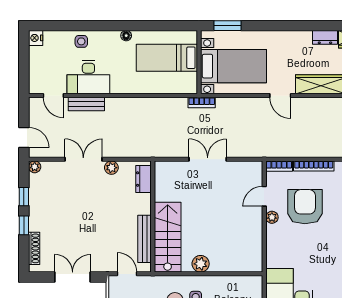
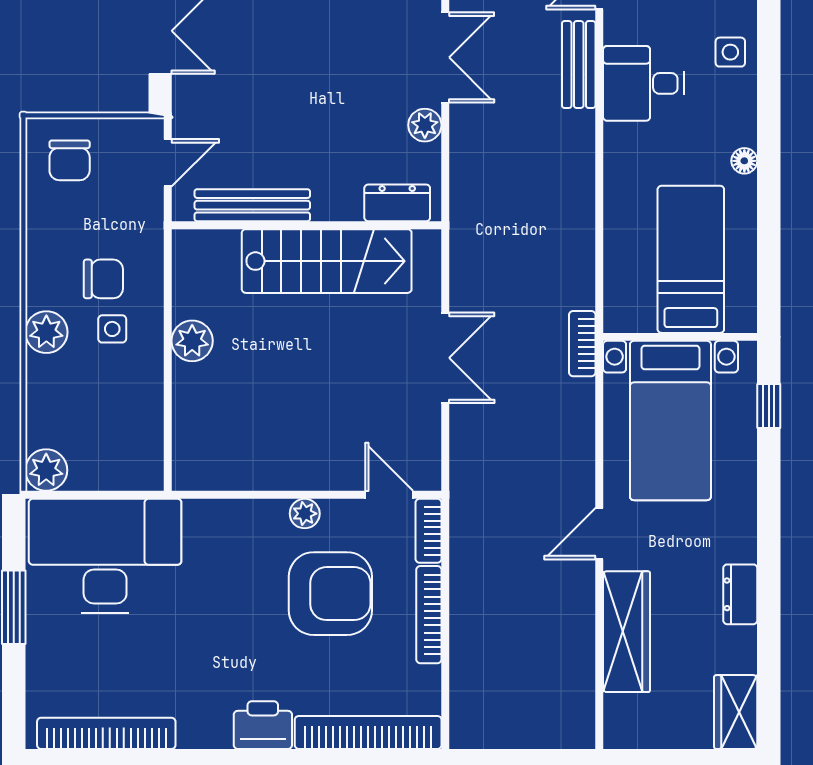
window: (227, 26) -> (769, 406), width x0.67
dresser: (325, 37) -> (740, 594), moved
desk: (88, 77) -> (644, 83), width x0.73
door: (264, 196) -> (389, 495), moved
stairs: (168, 237) -> (327, 261), moved

